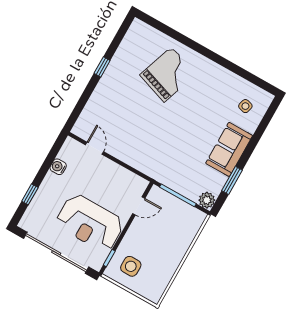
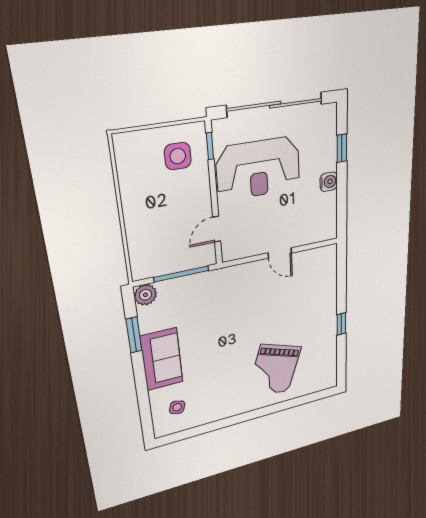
door: (95, 148) -> (280, 253), moved
water cooler: (58, 167) -> (329, 182), moved
reception desk: (90, 223) -> (258, 169), turned 180

